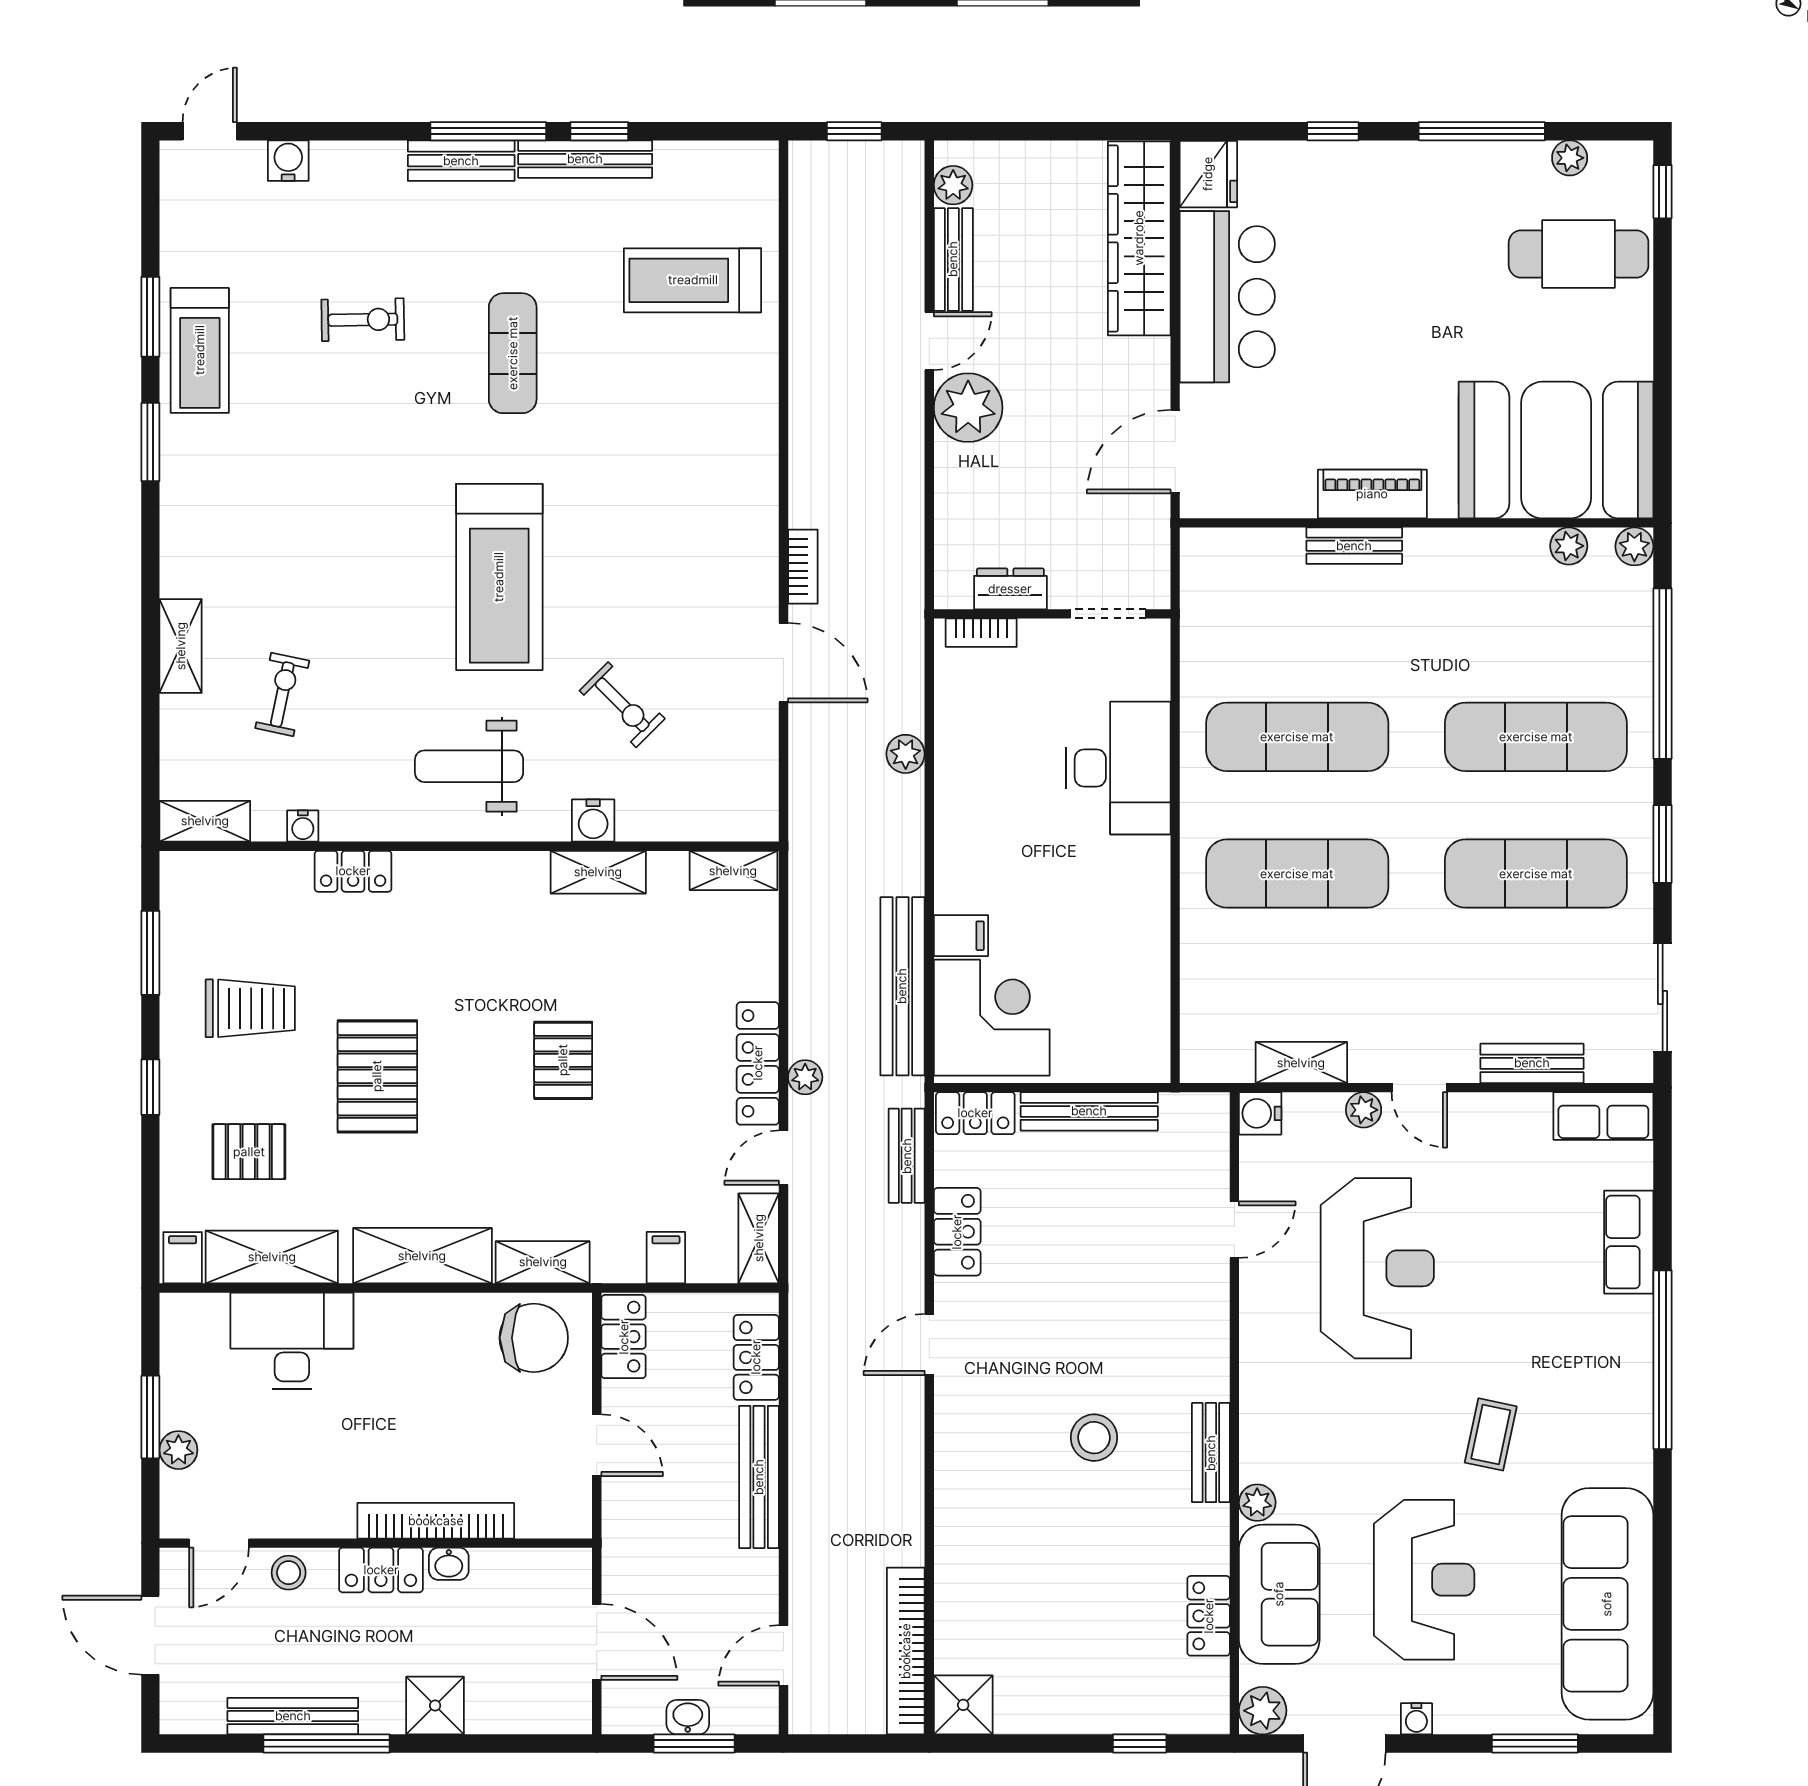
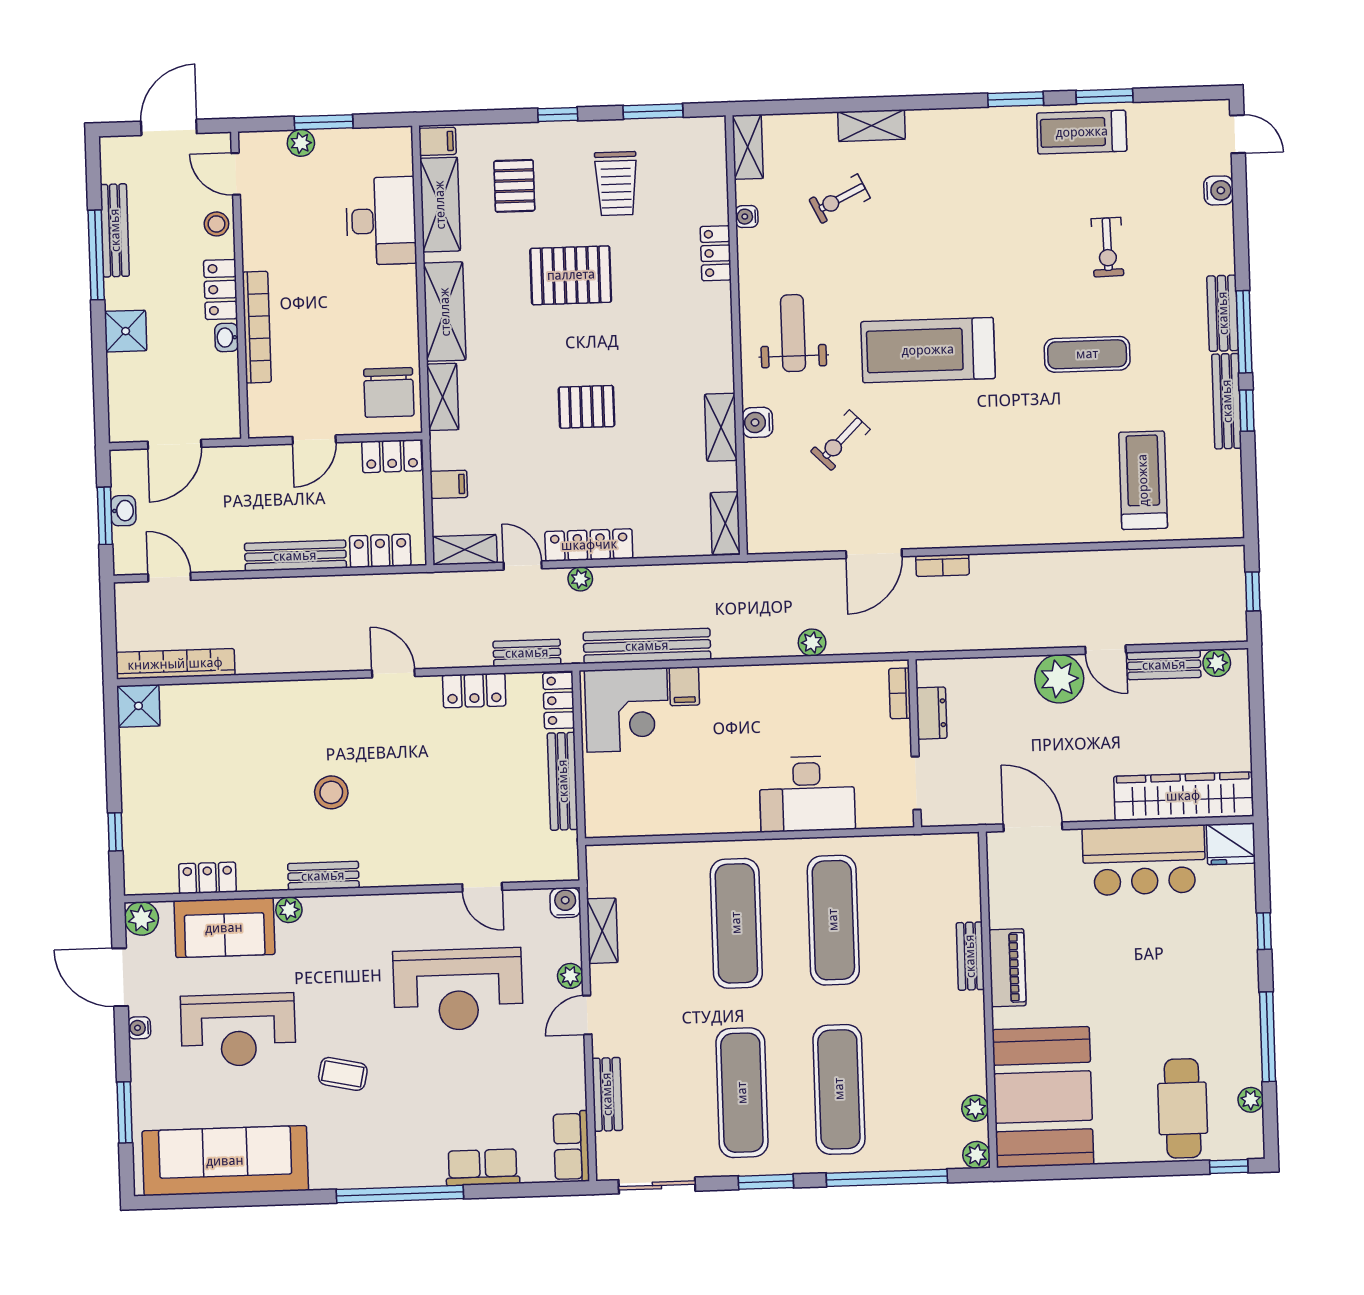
exercise bike: (282, 694) -> (840, 199), turned 142

